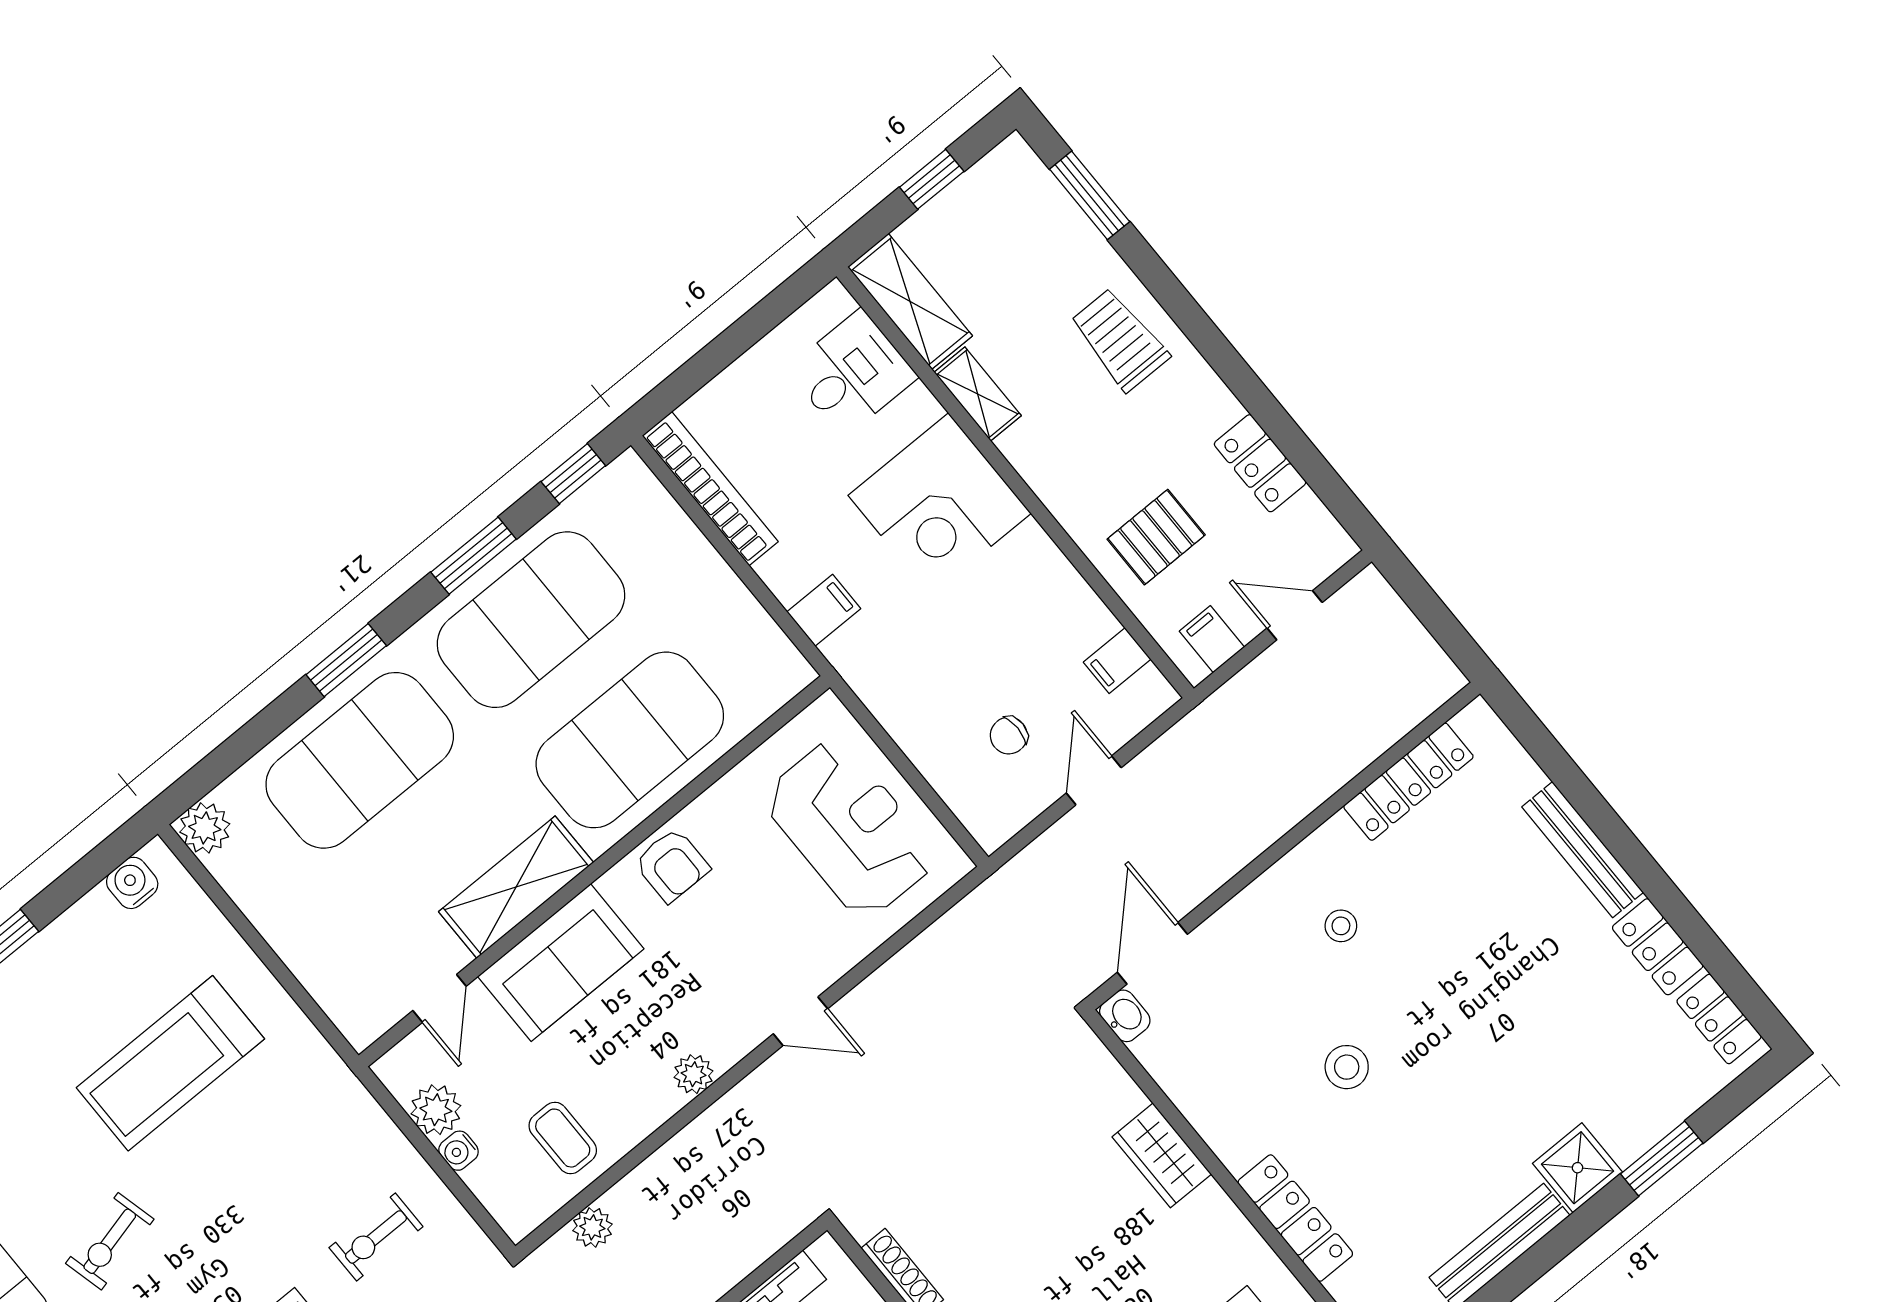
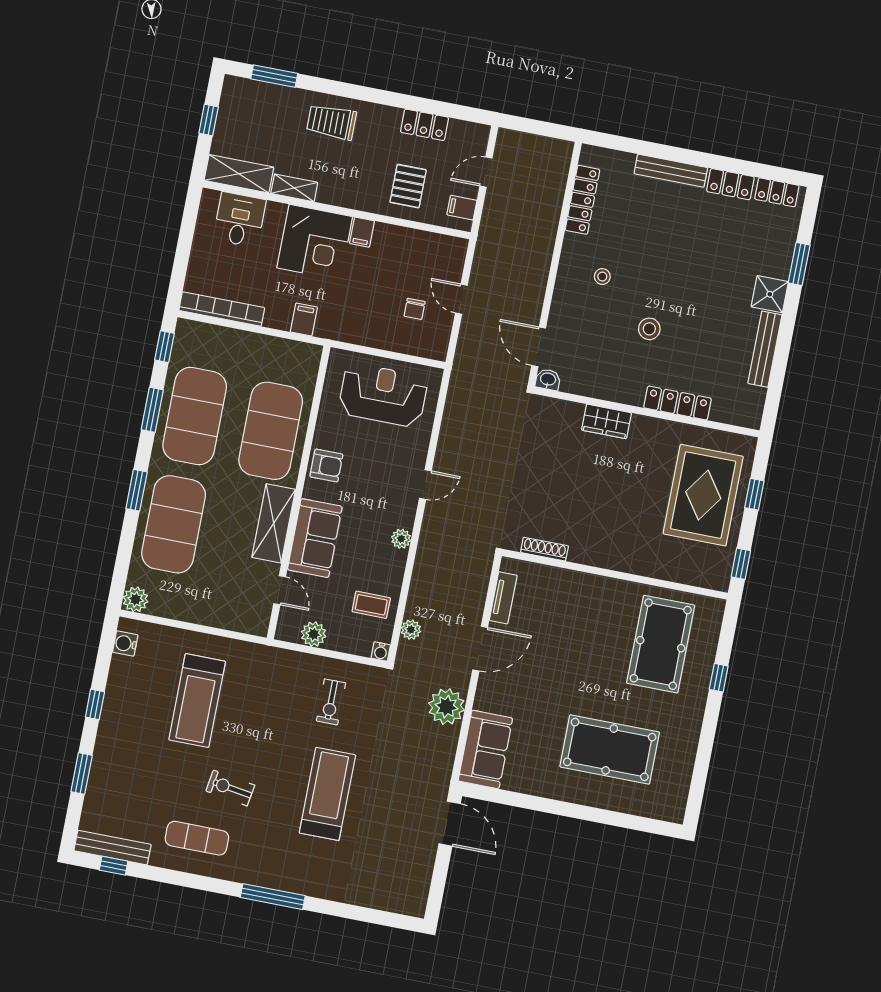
filing cabinet: (1117, 661) -> (362, 232), moved
water cooler: (459, 1151) -> (381, 651), moved
exercise bike: (110, 1241) -> (230, 788), turned 113

